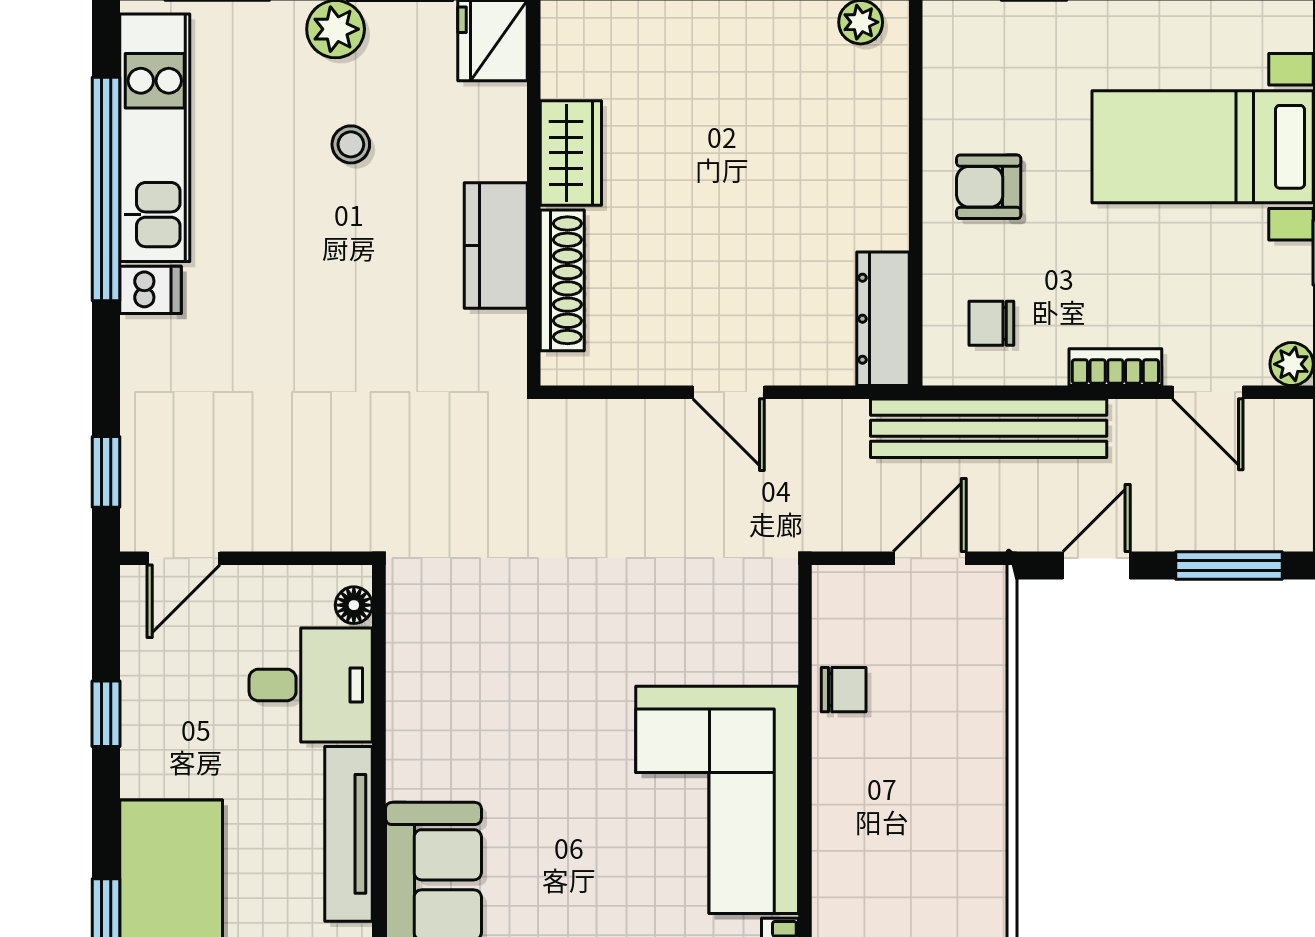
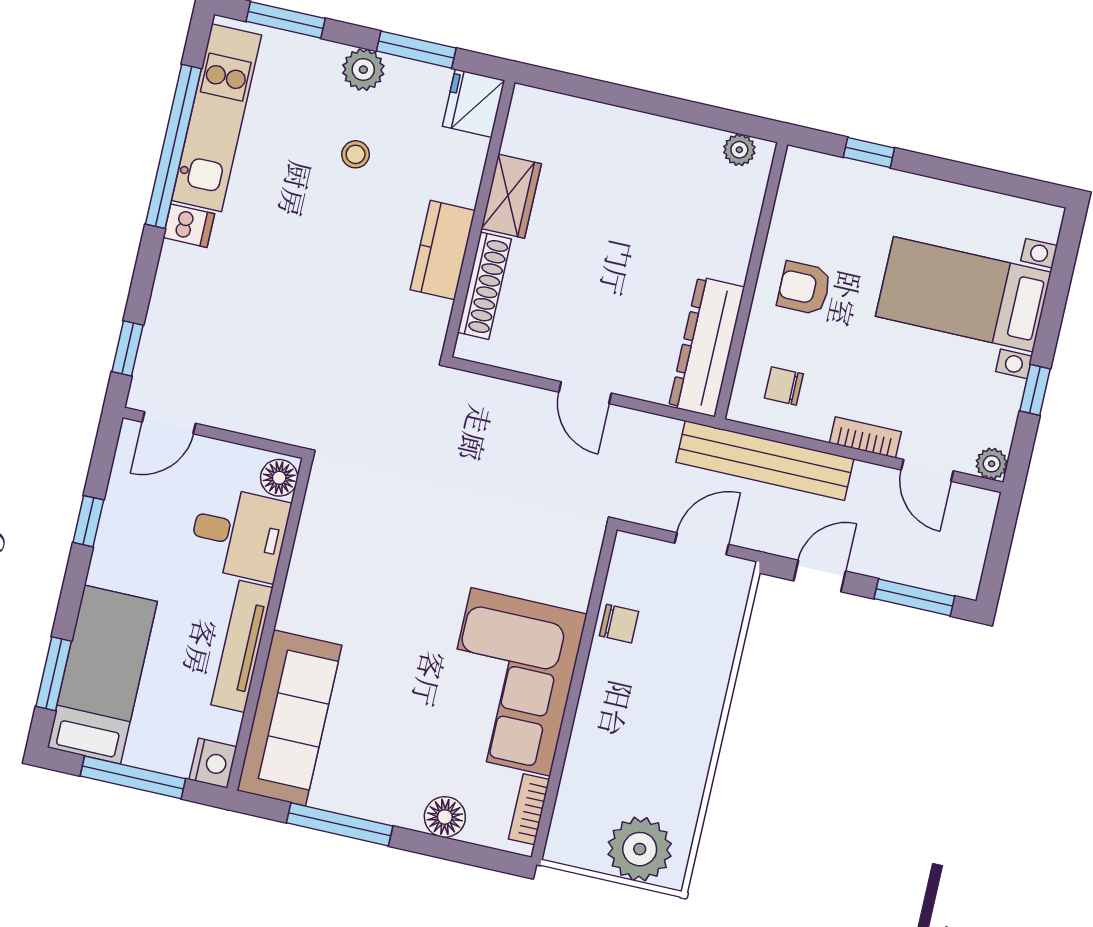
dresser: (883, 319) -> (707, 347), width x1.37, depth x1.24
floor lamp: (354, 605) -> (279, 478), width x1.37, depth x1.37

